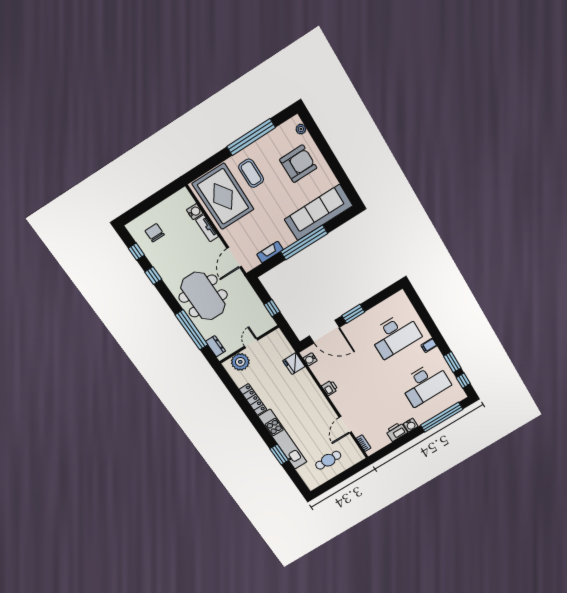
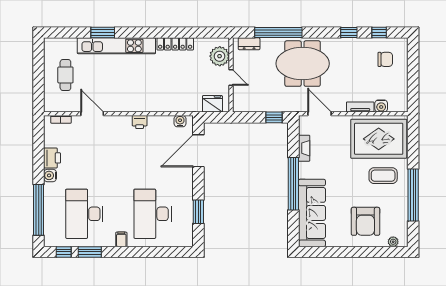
window: (272, 308) -> (274, 117), moved
window: (353, 314) -> (198, 212), moved
fridge: (294, 364) -> (212, 104), moved

